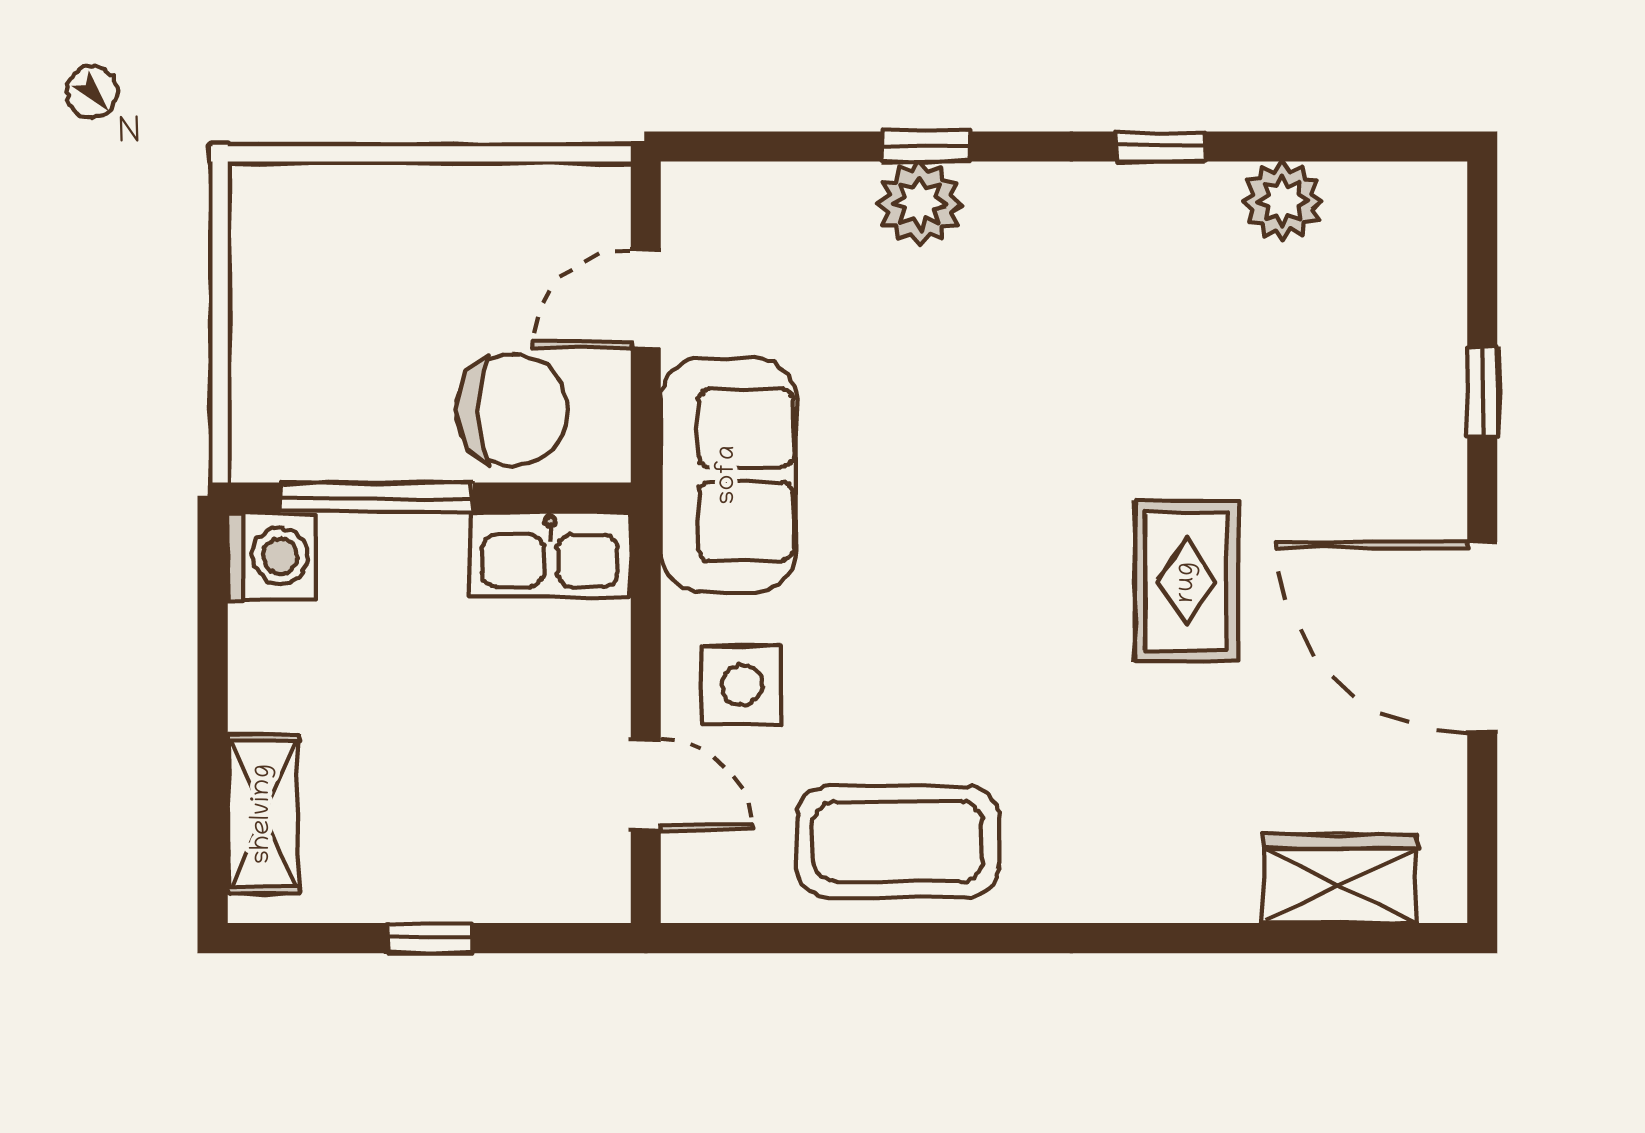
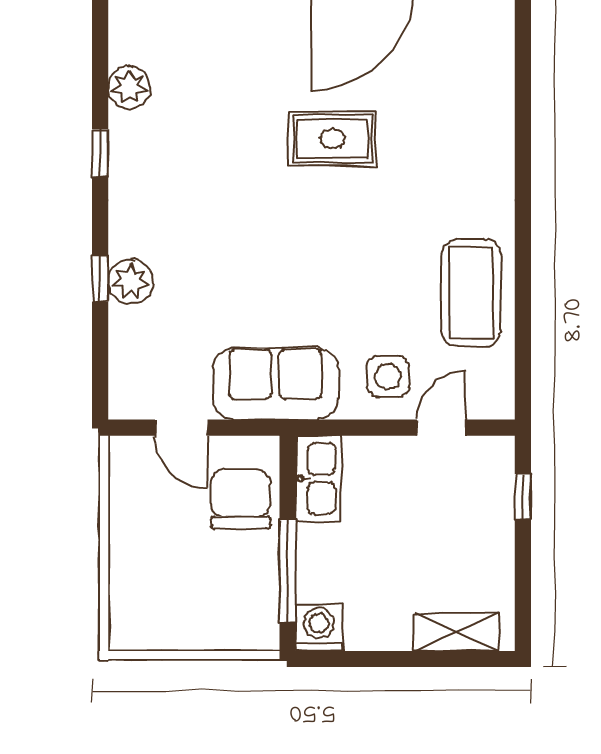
wardrobe: (1340, 879) -> (491, 57), removed
window: (430, 938) -> (523, 497), moved

